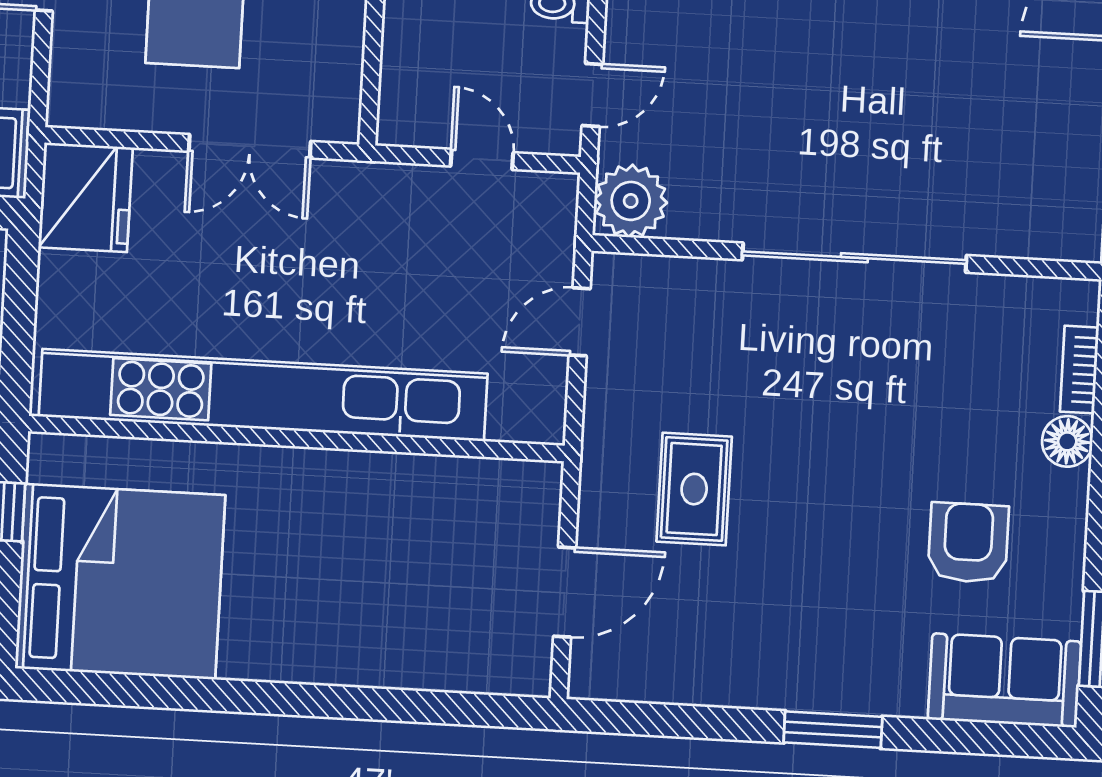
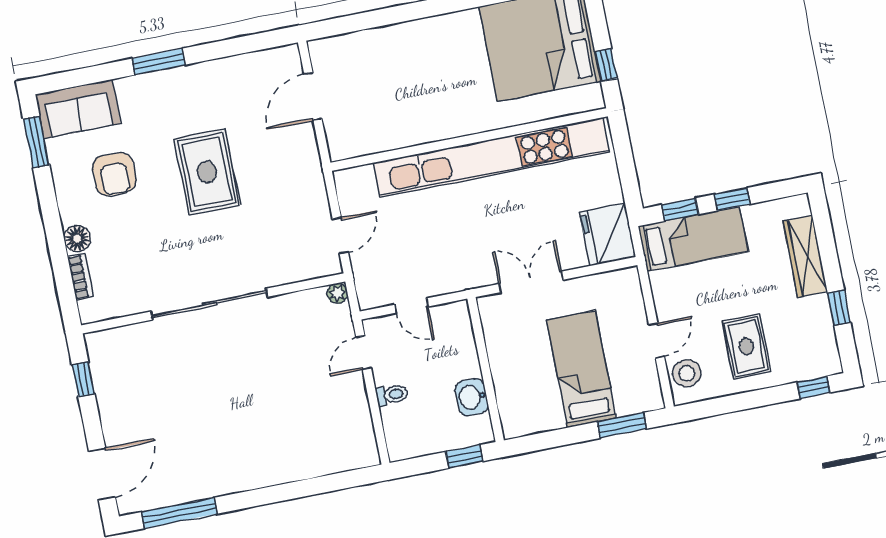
plant: (631, 201) -> (337, 293), width x0.53, depth x0.53
rug: (694, 489) -> (207, 172), moved, width x1.36, depth x1.43

